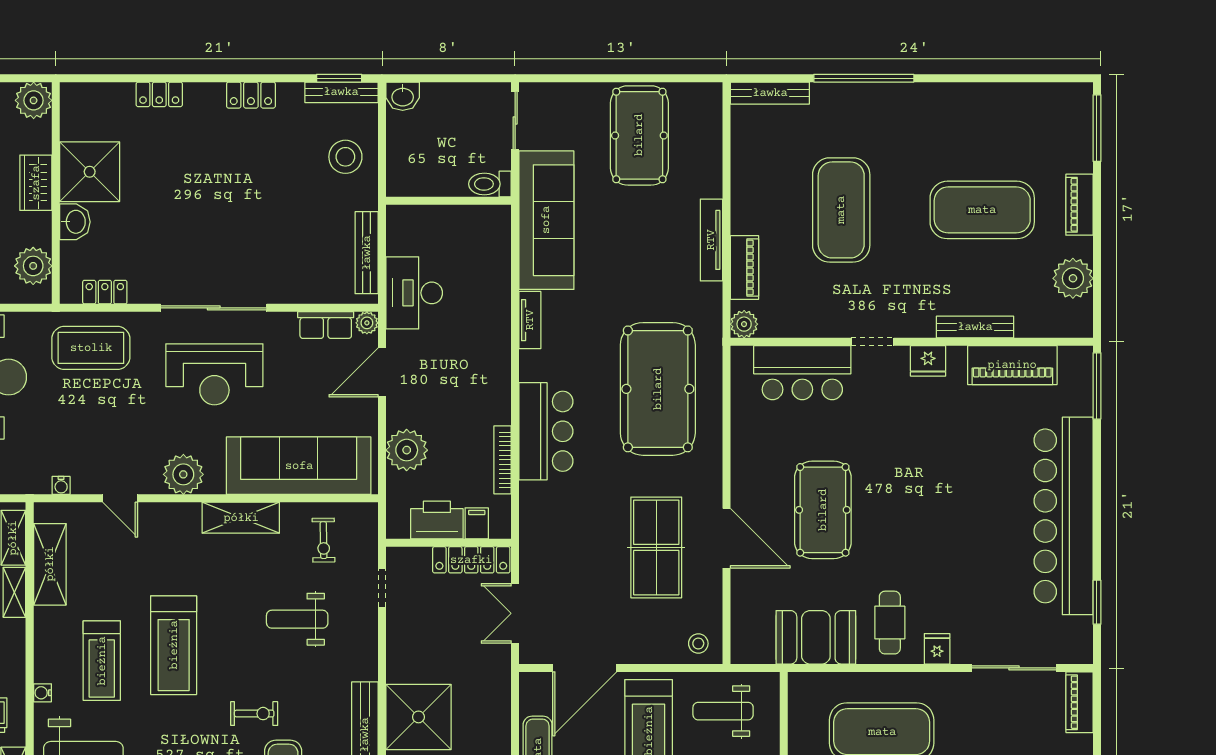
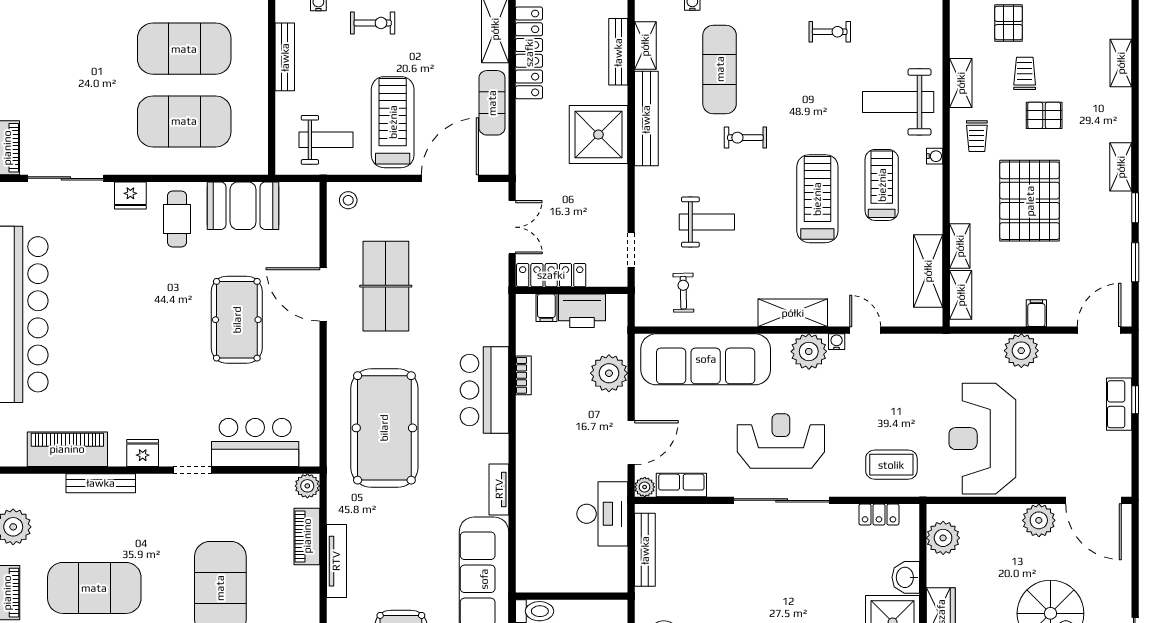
coffee table: (91, 348) -> (891, 465), width x0.73, depth x0.76
bookcase: (502, 460) -> (523, 375), width x0.64
water cooler: (61, 485) -> (837, 342), moved
shelving: (241, 518) -> (793, 313), moved
fridge: (937, 649) -> (130, 195), width x1.38

